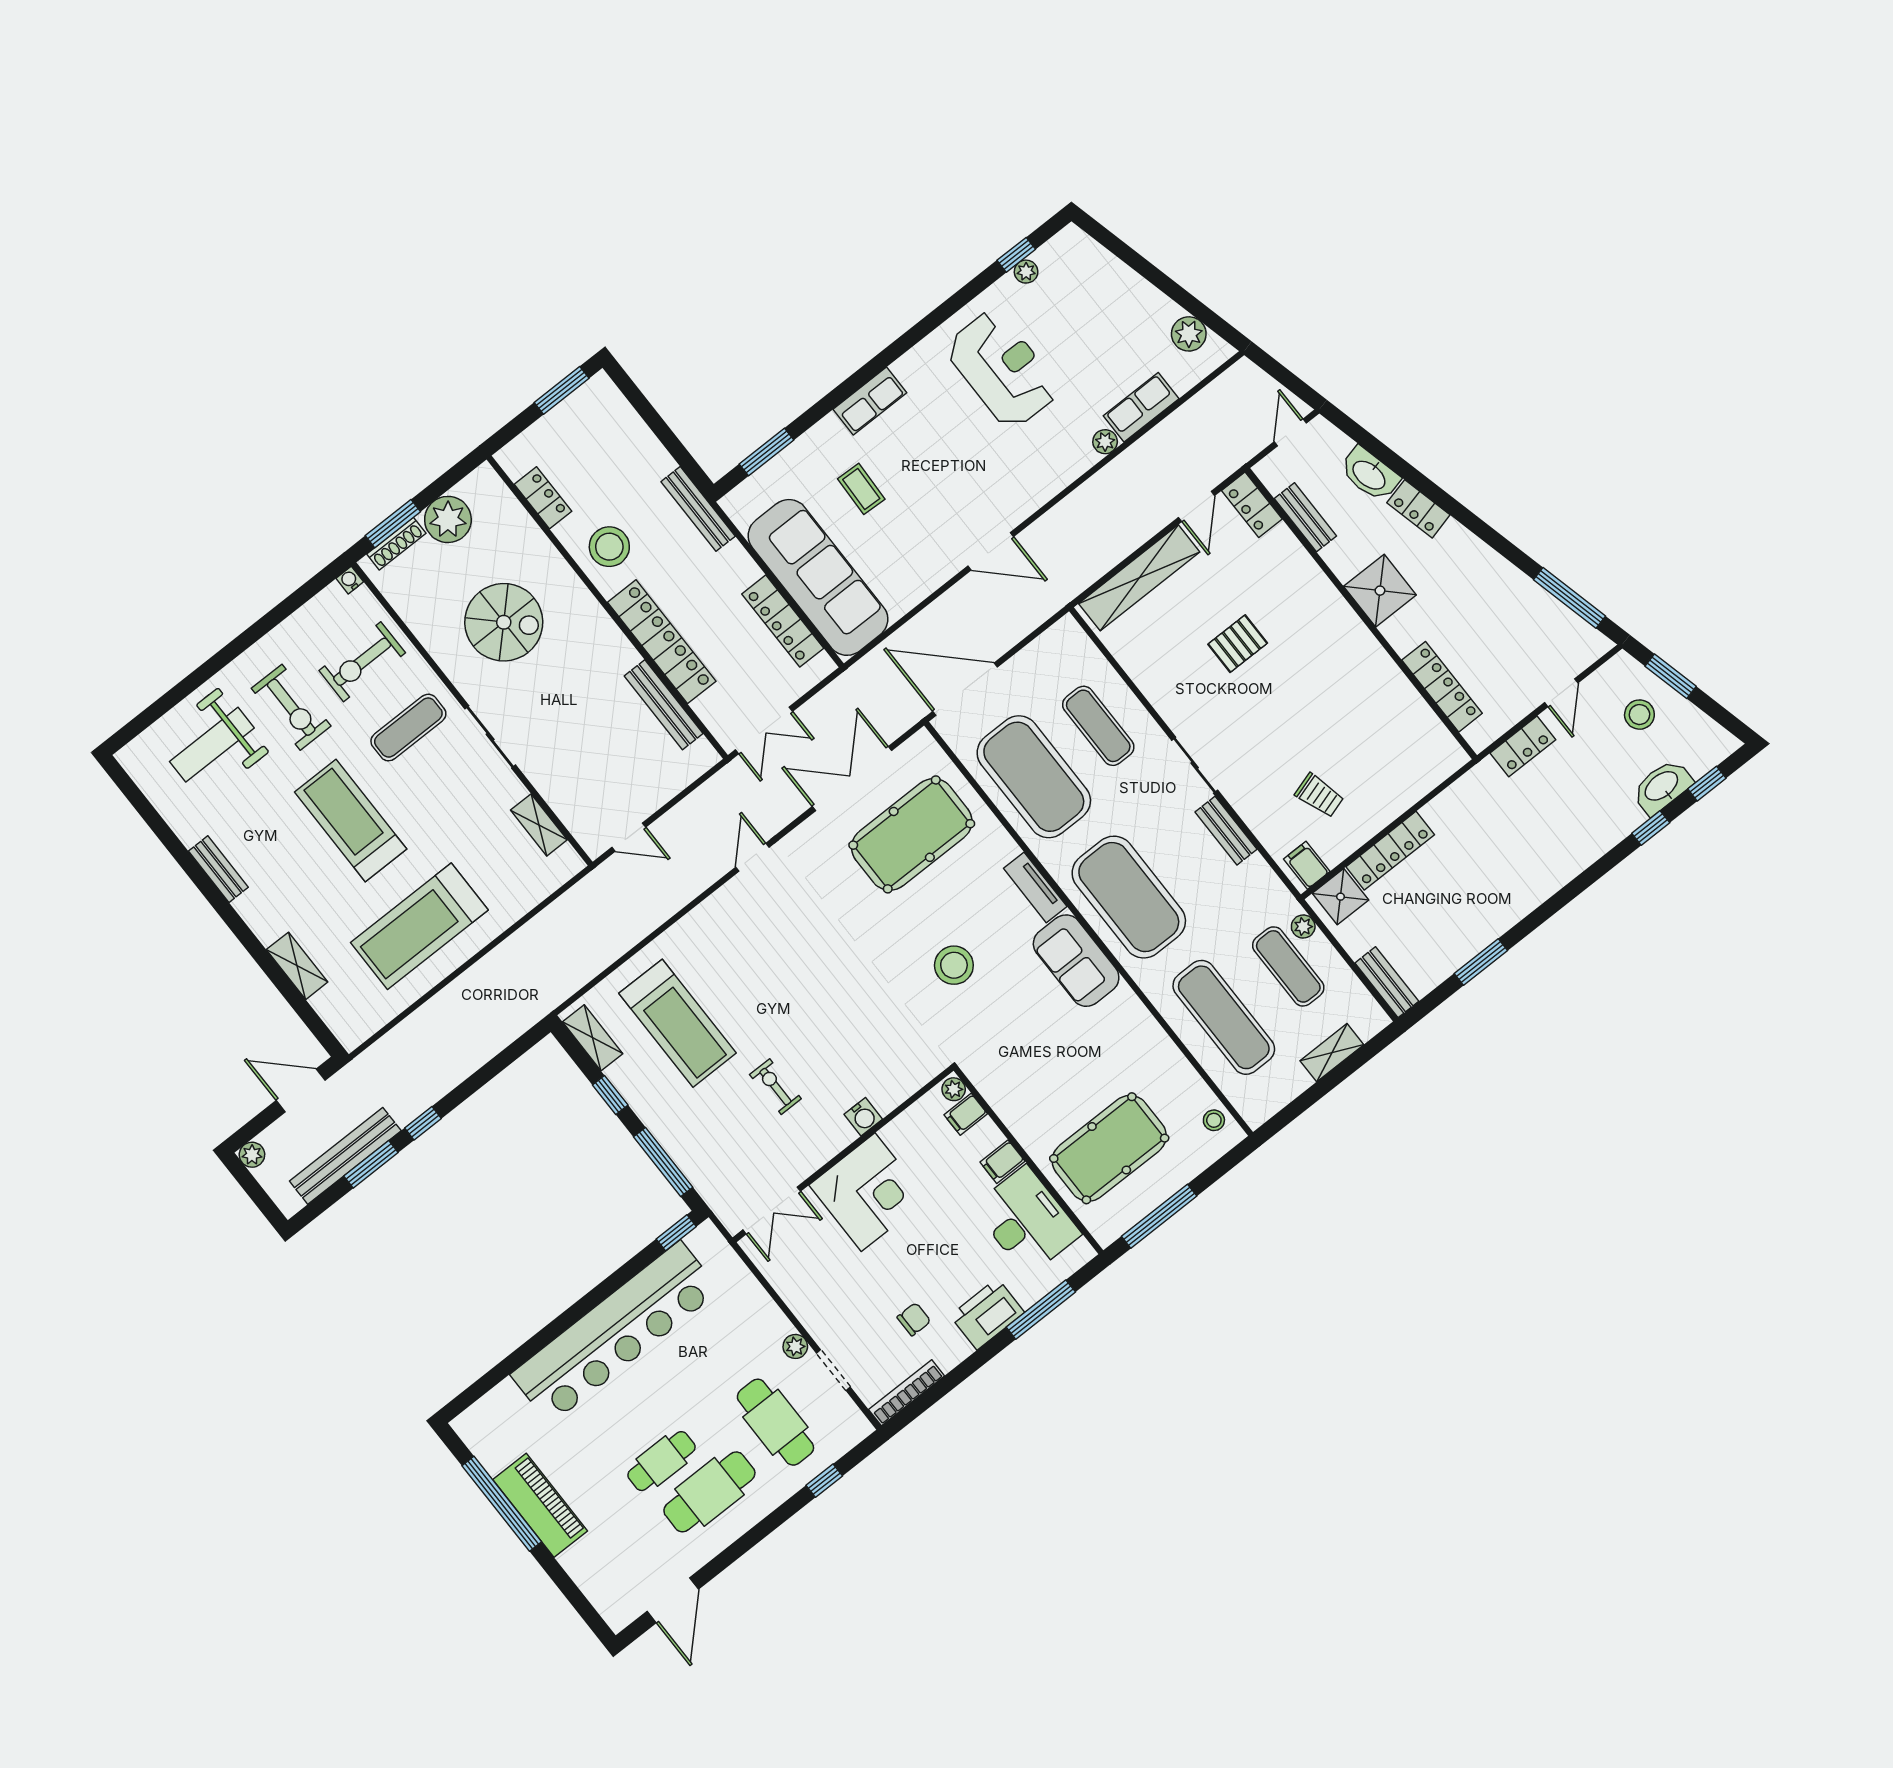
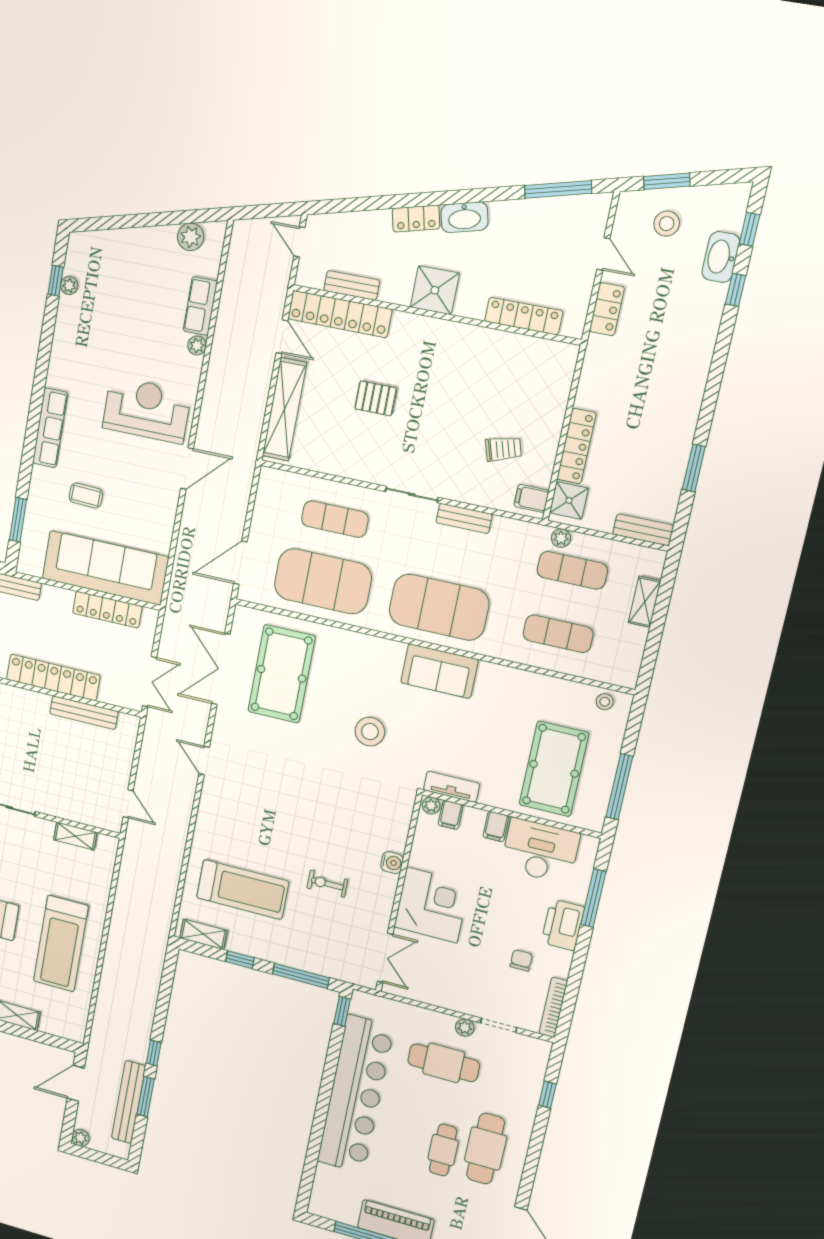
reception desk: (1002, 369) -> (147, 410), moved
row of seats: (870, 401) -> (50, 428), width x1.48
washbasin: (1370, 474) -> (464, 217), moved
locker: (1252, 505) -> (340, 314), width x2.16, depth x1.21
pallet: (1238, 644) -> (376, 398), turned 90
door: (965, 689) -> (240, 563), width x0.73
door: (629, 837) -> (128, 804), hinge flipped
tv unit: (1035, 887) -> (452, 787), moved, turned 180
exercise mat: (1224, 1017) -> (558, 634), width x0.73, depth x0.69
cafe table: (775, 1422) -> (444, 1063), moved

